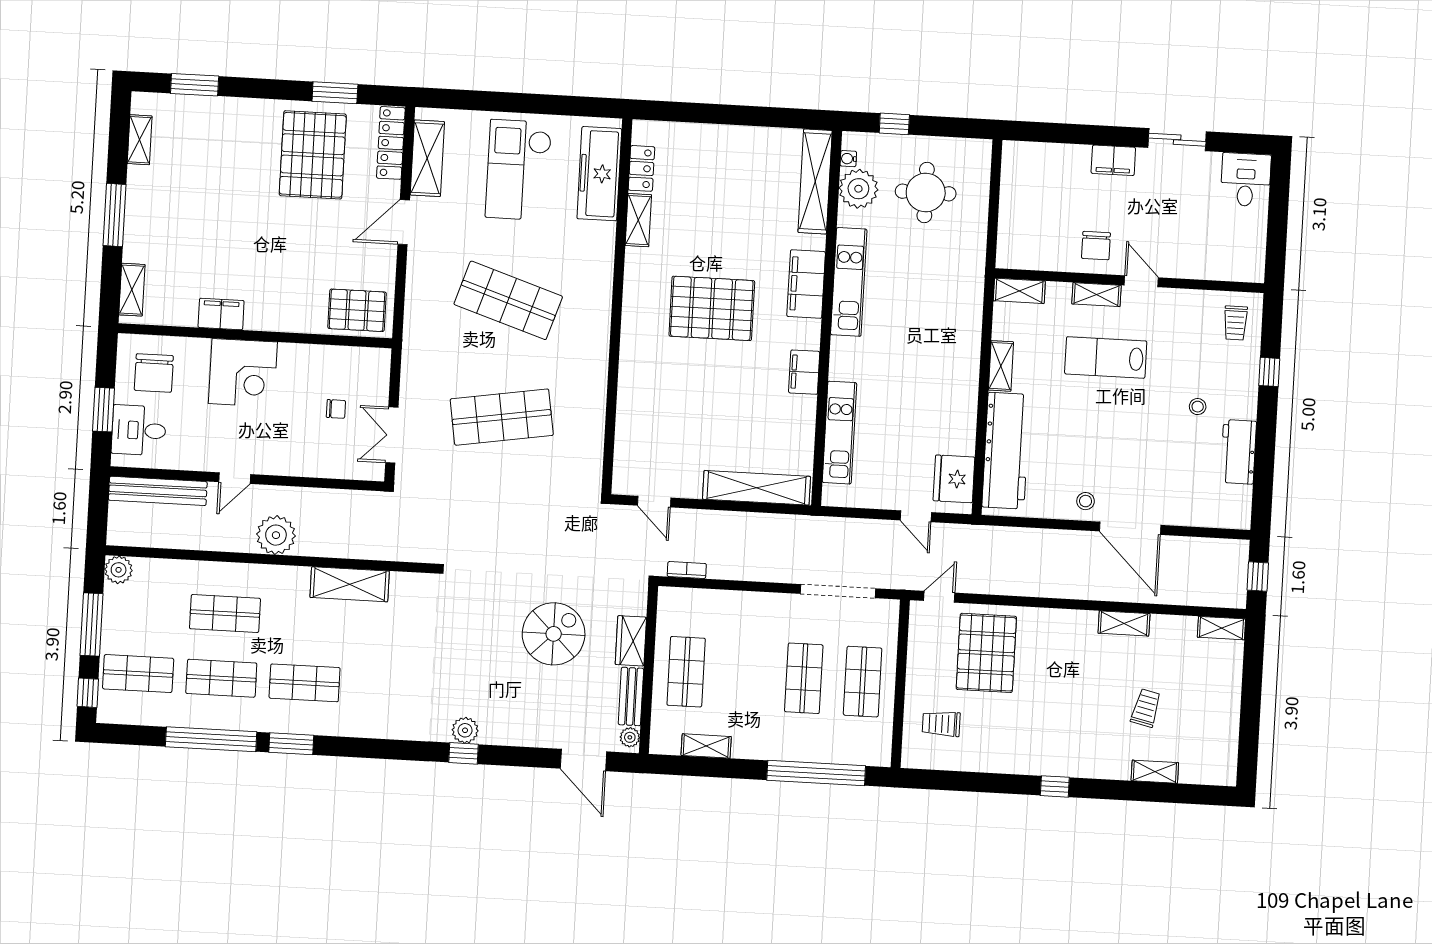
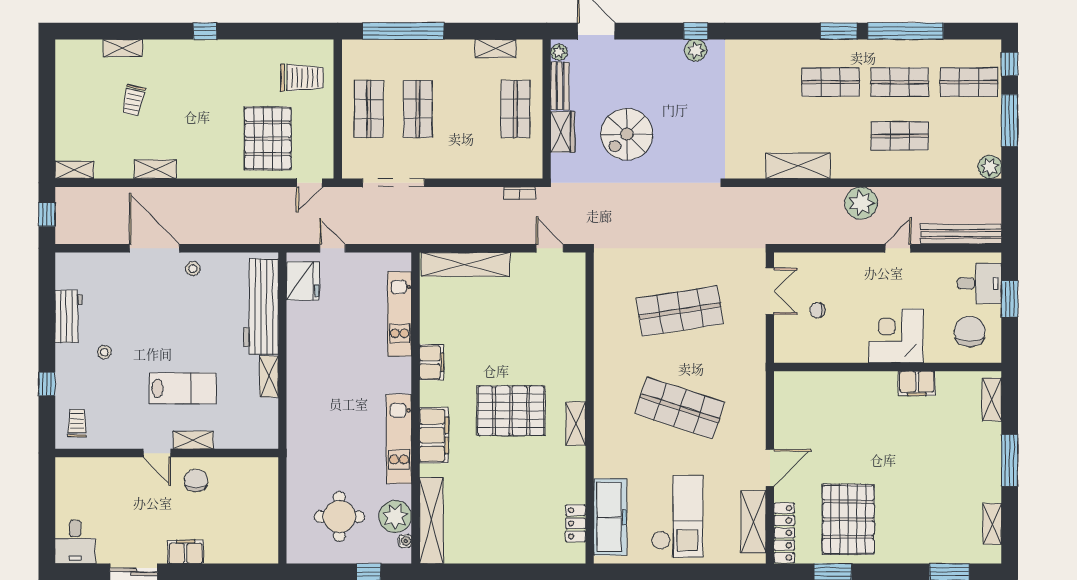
shelving: (638, 220) -> (576, 424), moved
shelving: (1019, 291) -> (257, 440), removed
pallet: (357, 310) -> (804, 393), removed
trolley: (941, 724) -> (302, 78), width x1.36, depth x1.39

